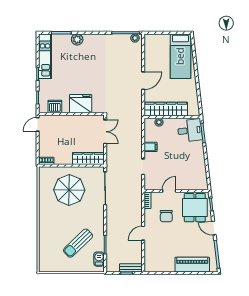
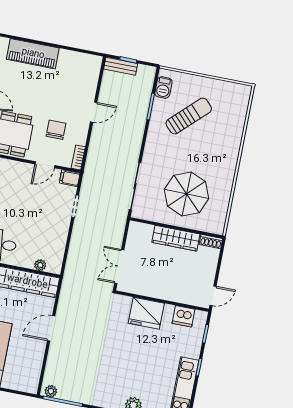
filing cabinet: (151, 147) -> (70, 178), moved
wardrobe: (88, 158) -> (176, 238), moved

